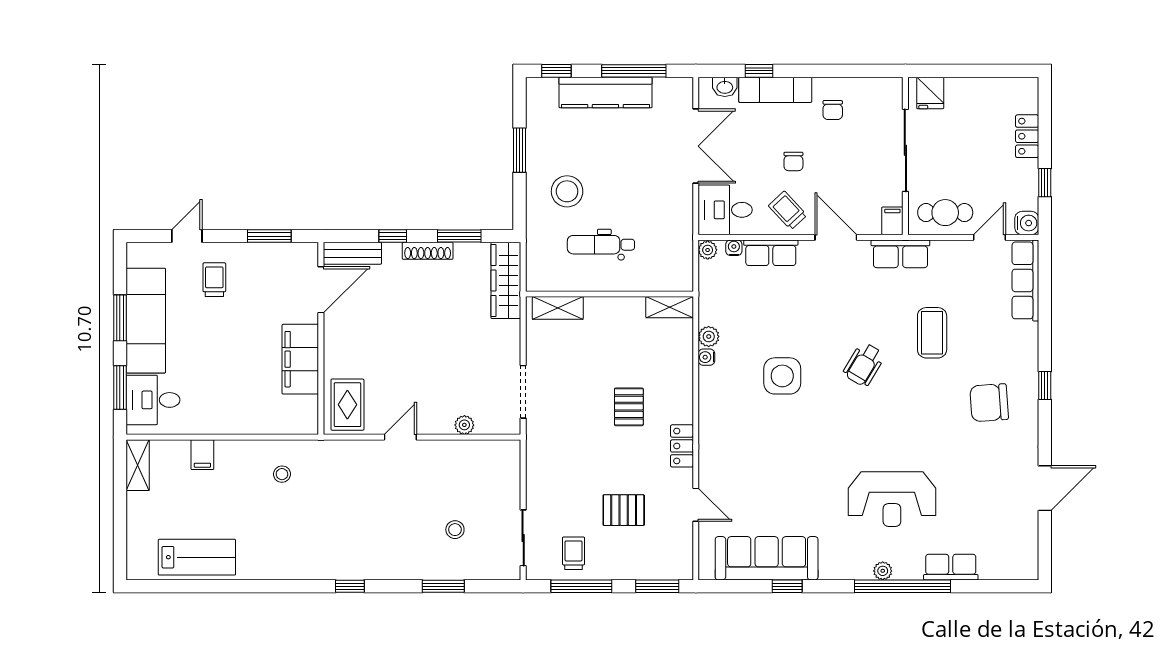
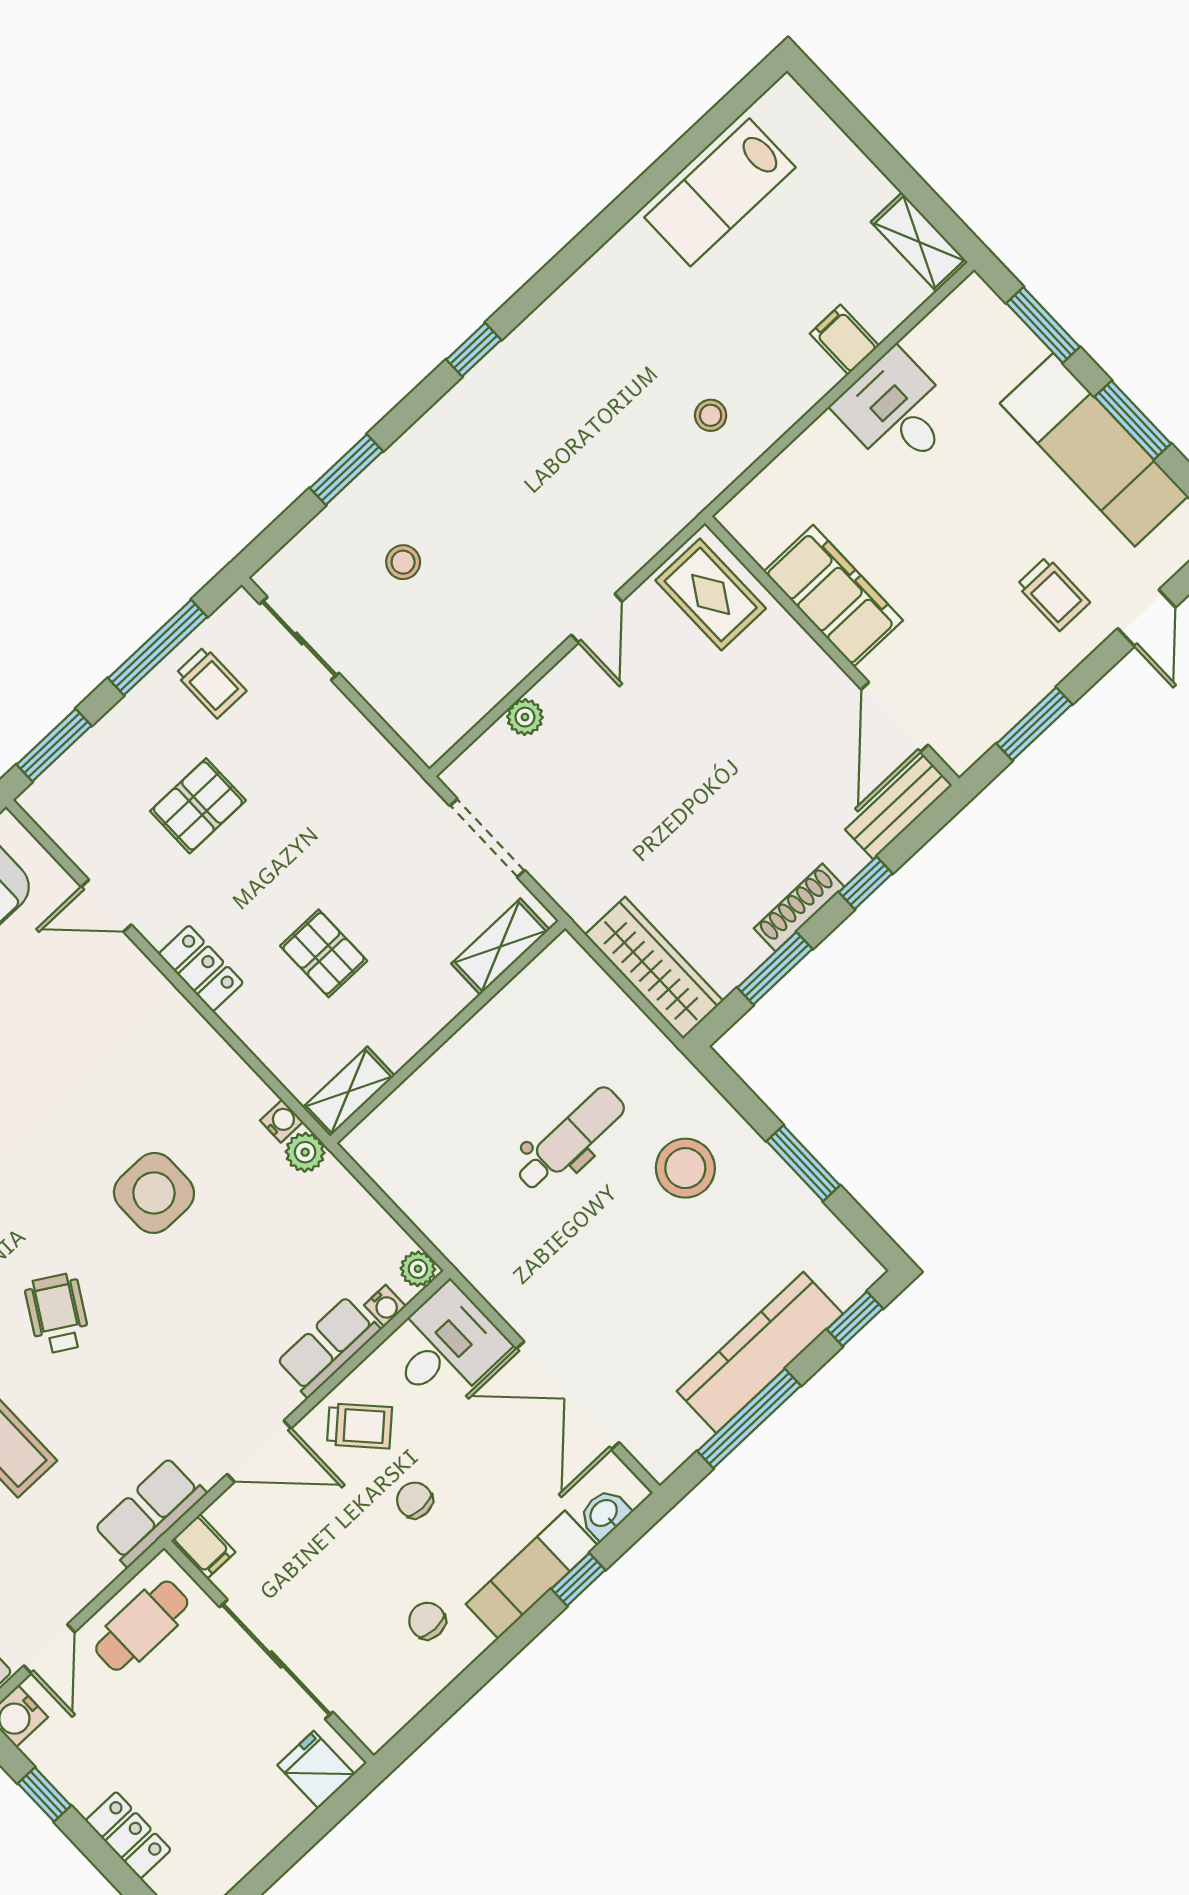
wall: (609, 294) -> (448, 1032), moved
shelving: (670, 307) -> (349, 1091), moved
shelving: (558, 308) -> (500, 947), moved
desk: (153, 400) -> (896, 411), moved, turned -90

